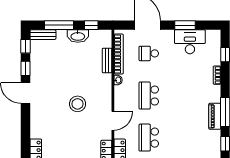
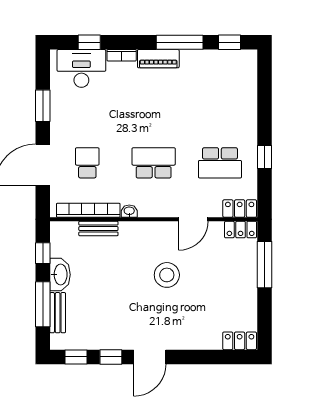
bench: (43, 35) -> (58, 313), moved
desk: (190, 42) -> (81, 68), moved, turned 90
school desk: (149, 53) -> (87, 163), turned 180
school desk: (149, 96) -> (154, 163), turned 180
piano: (215, 116) -> (158, 59), moved
door: (113, 121) -> (193, 219), swing flipped

